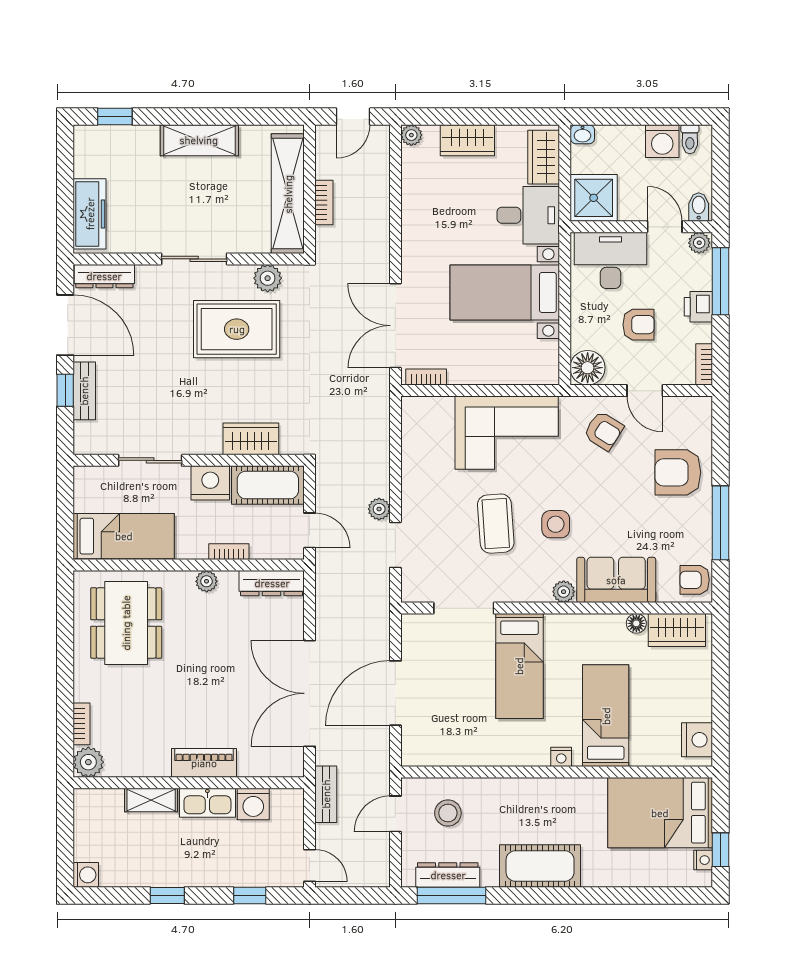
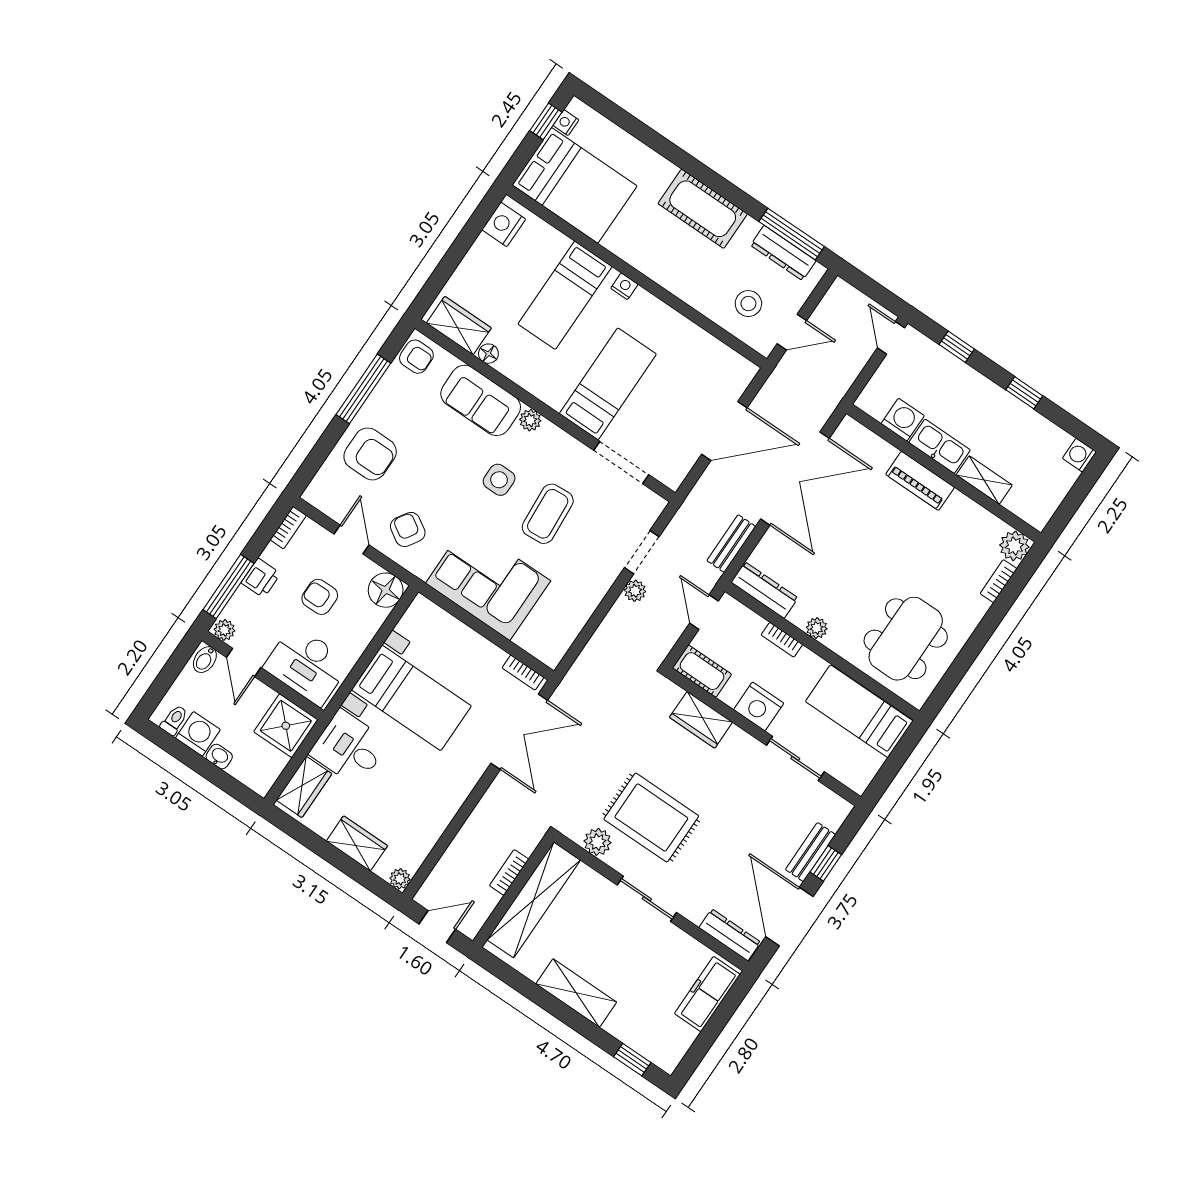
washbasin: (582, 134) -> (219, 757), moved
cot: (268, 485) -> (702, 671), width x0.73, depth x0.75
bench: (326, 794) -> (731, 544), moved

